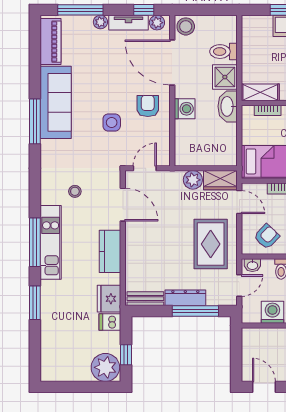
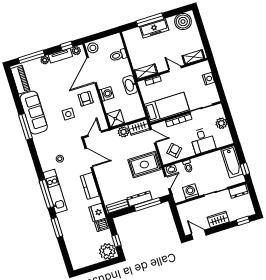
door: (172, 62) -> (92, 70), hinge flipped
shower: (225, 77) -> (115, 119), moved
rug: (211, 244) -> (144, 164), turned 90

